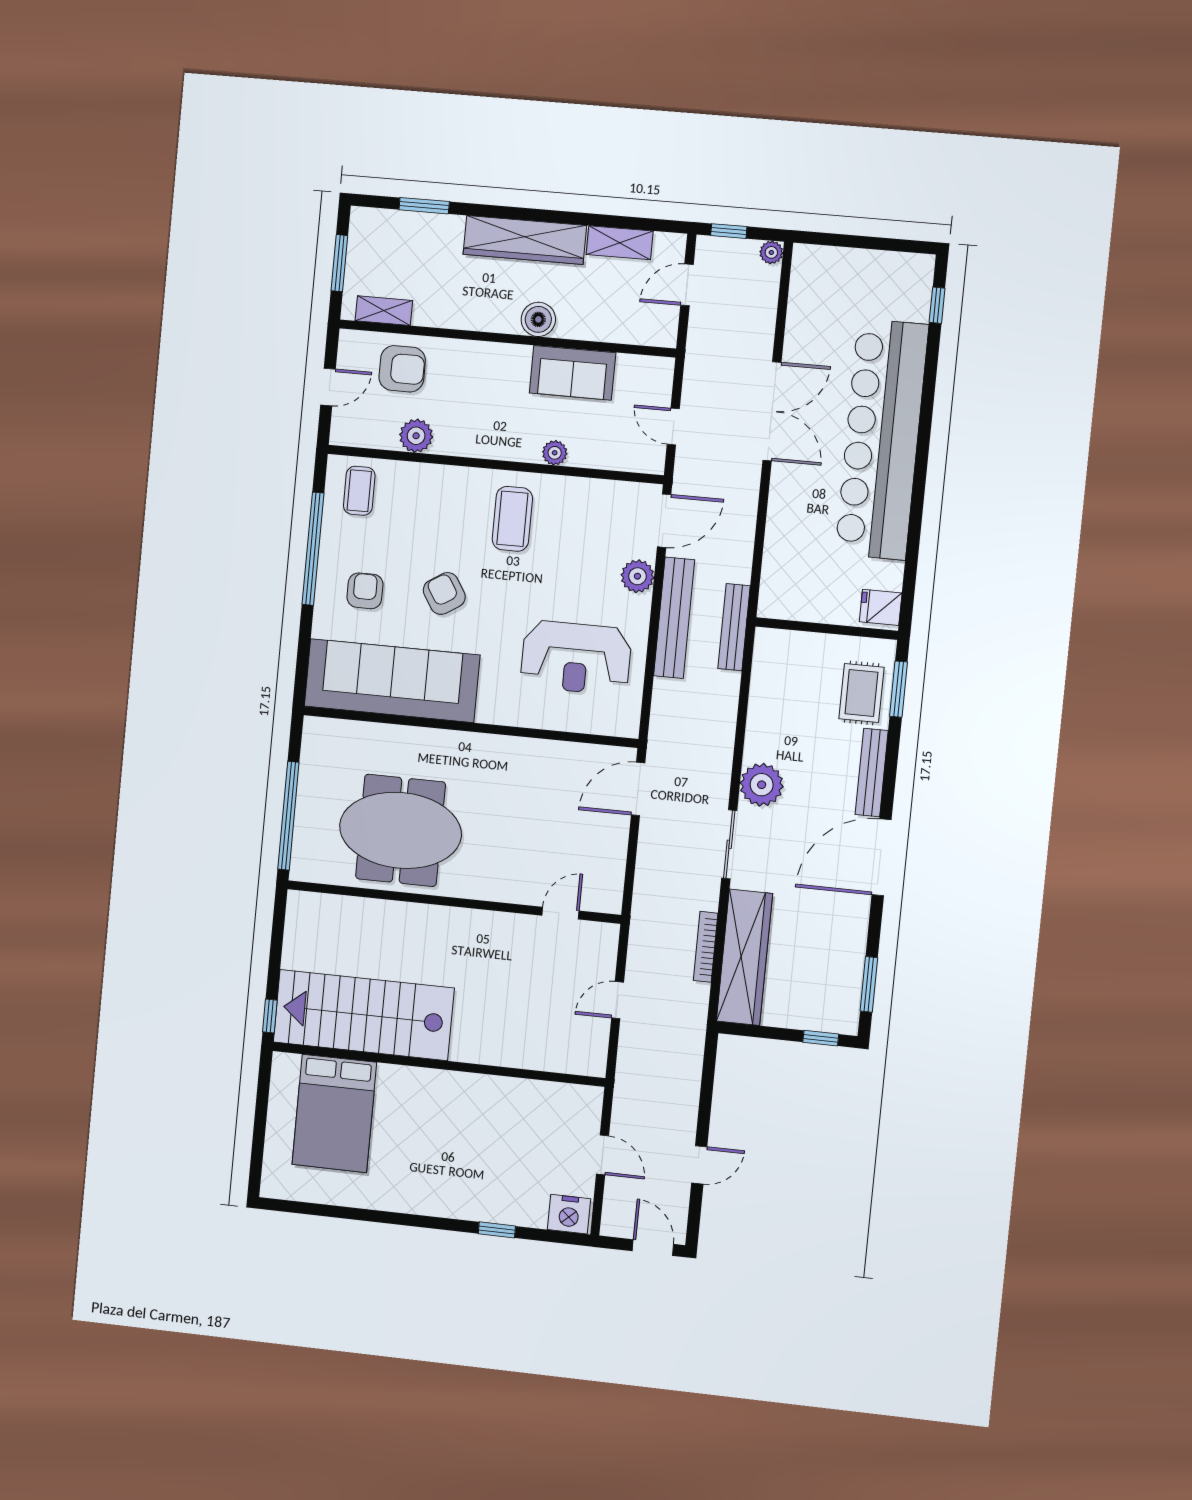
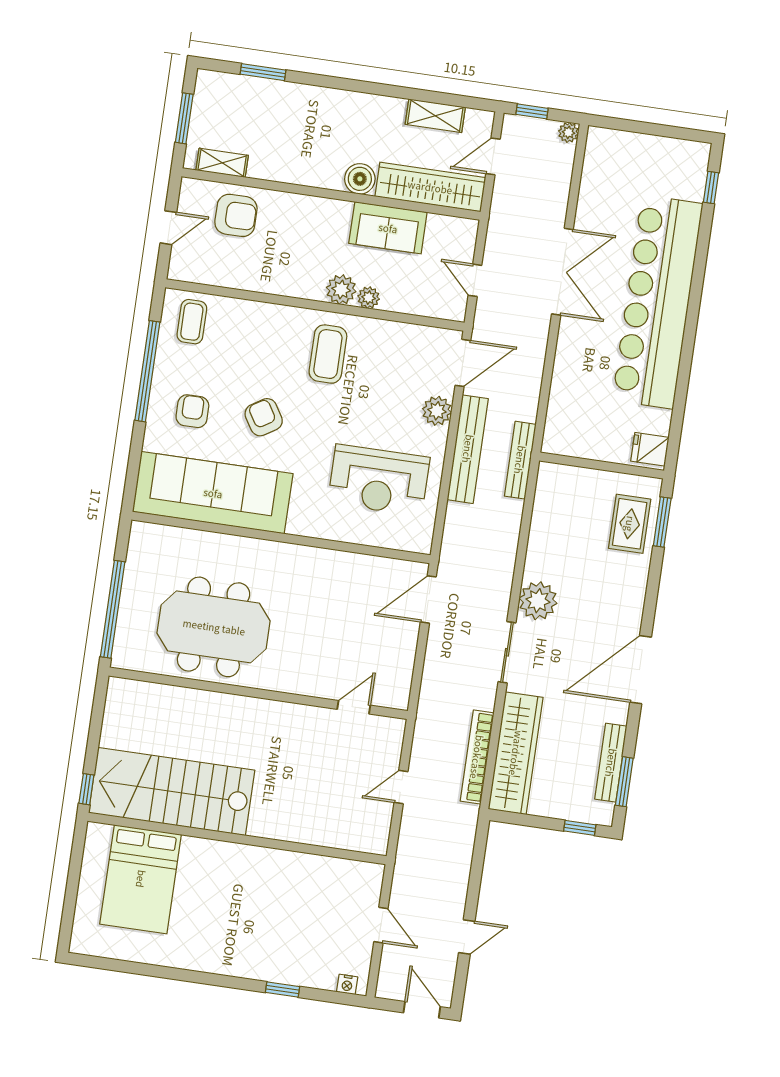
wardrobe: (525, 240) -> (430, 187), moved, turned 180
plant: (416, 436) -> (341, 290), moved
bench: (872, 773) -> (611, 763), moved
bookcase: (706, 947) -> (477, 757), width x1.48, depth x1.31
nightstand: (569, 1214) -> (347, 984), width x0.53, depth x0.56

